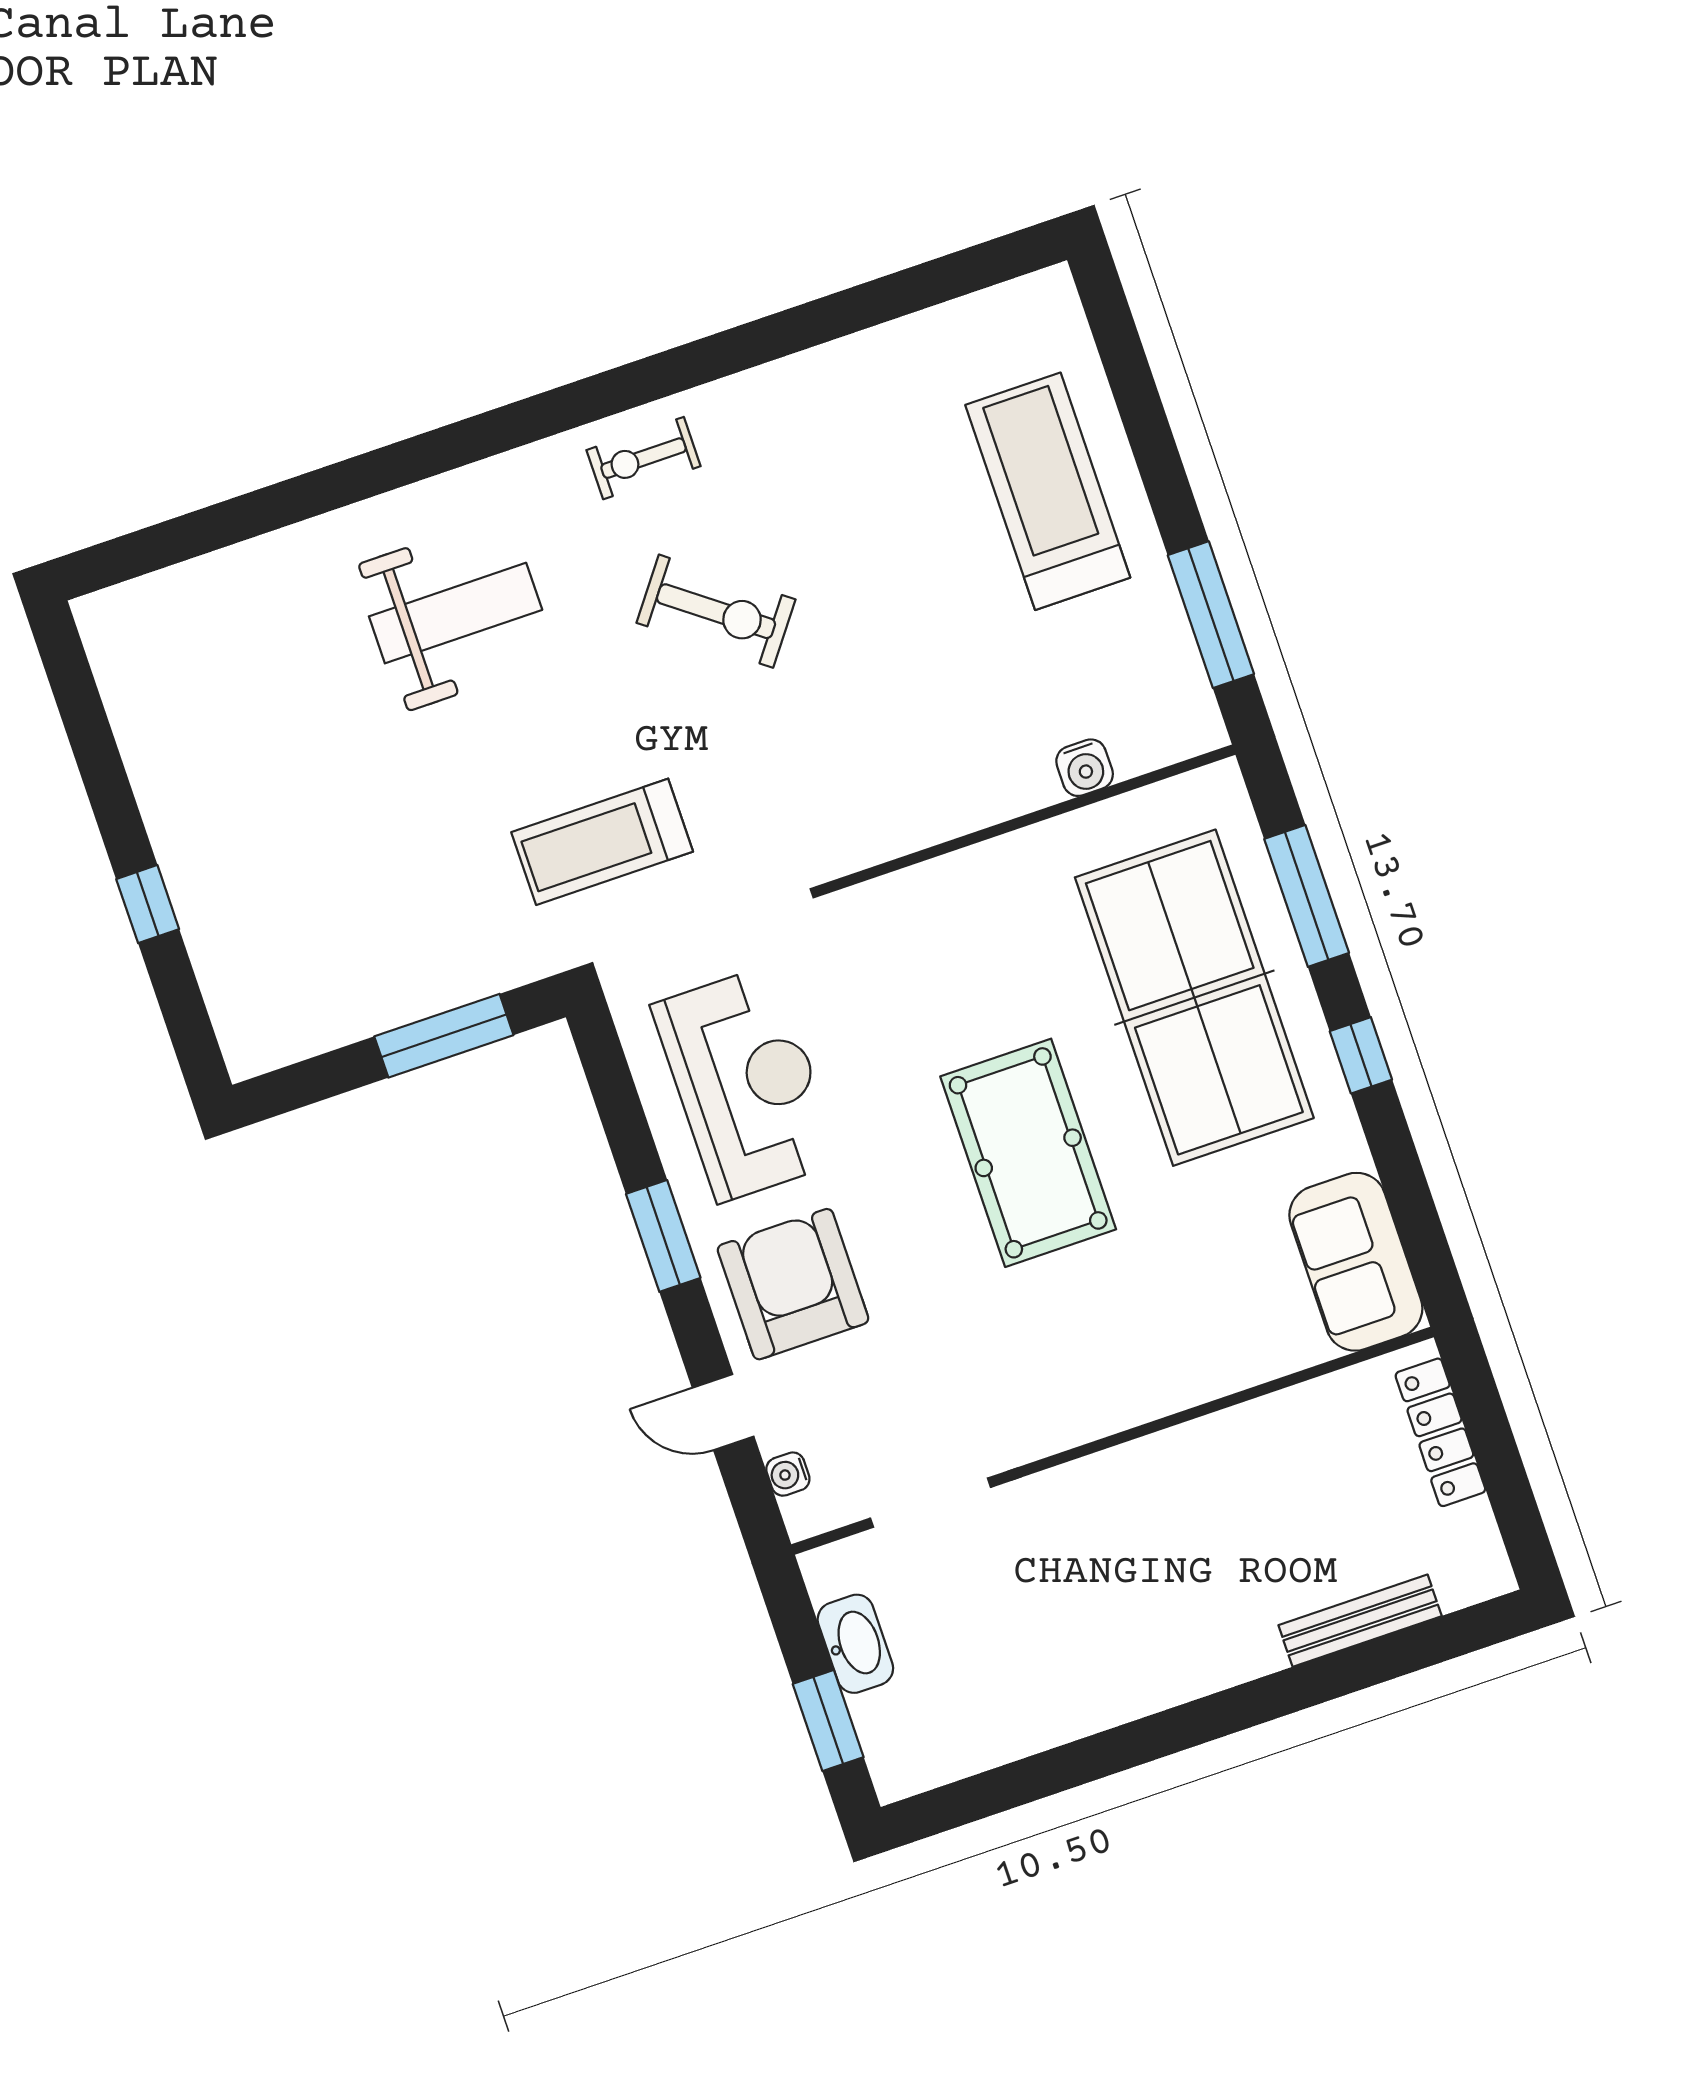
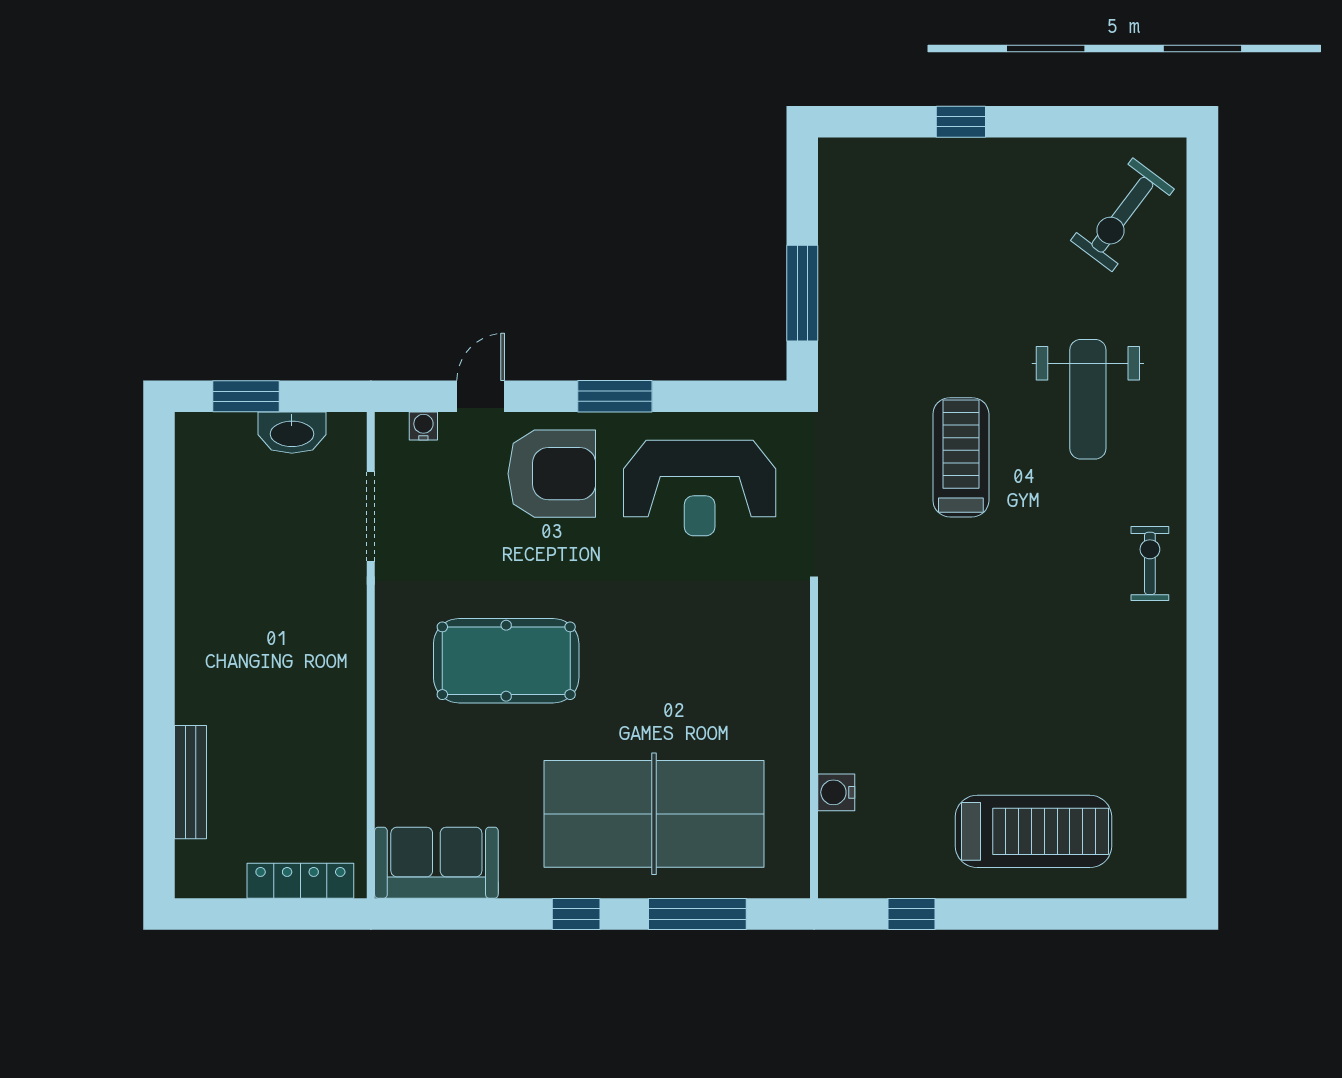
exercise bike: (716, 611) -> (1122, 215), moved
window: (1211, 615) -> (911, 914), width x0.46
treadmill: (602, 842) -> (961, 457), moved
pool table: (1028, 1153) -> (506, 661), moved

